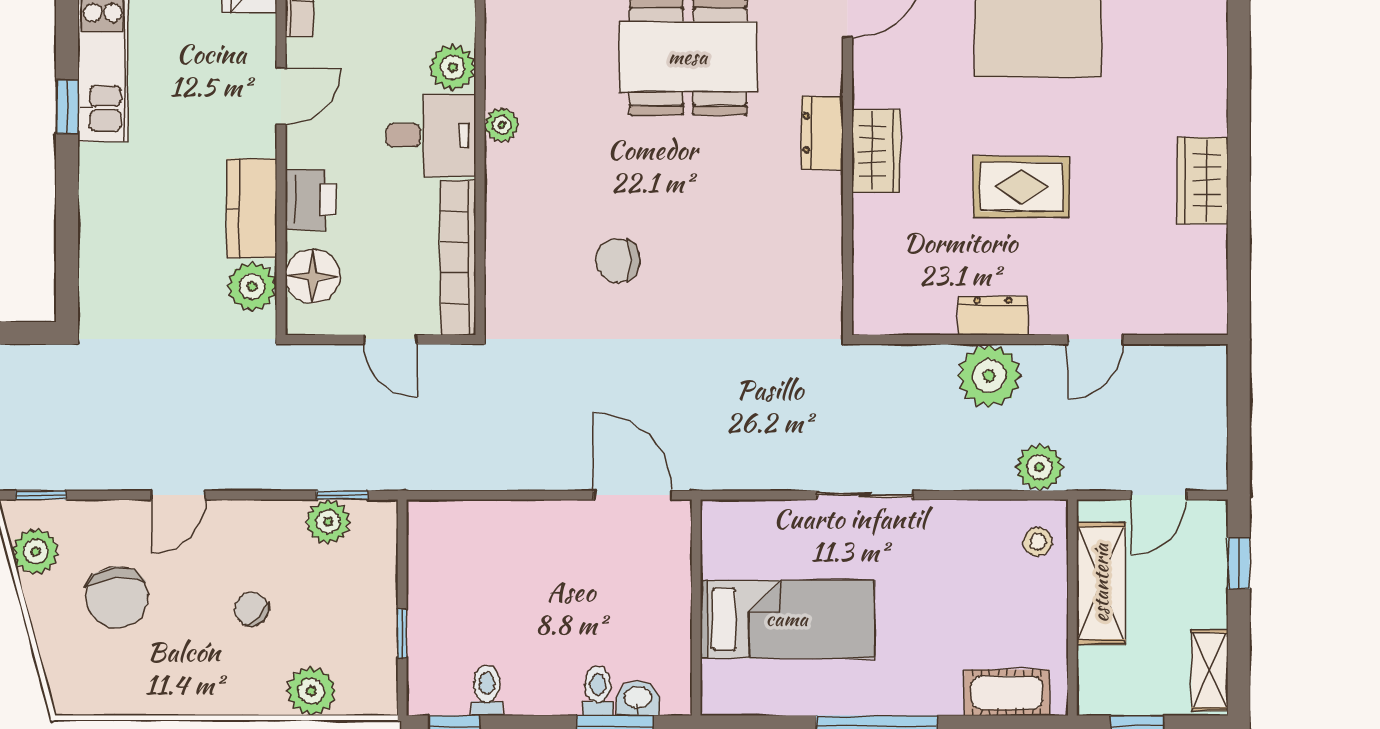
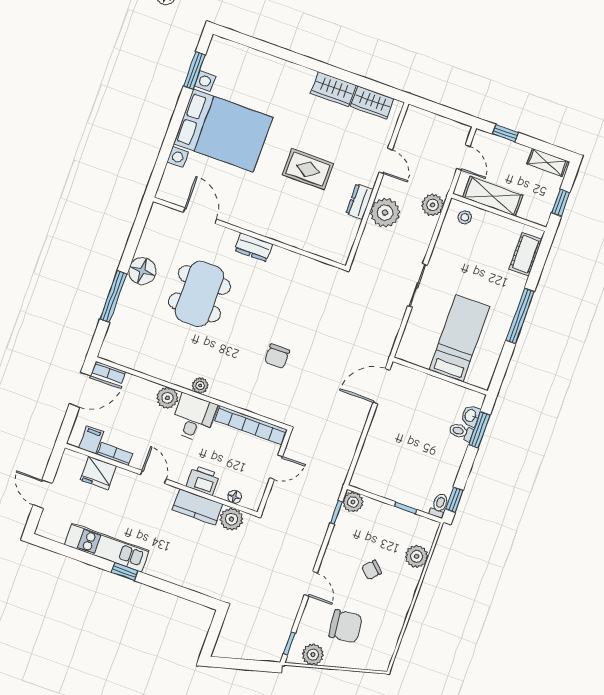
wardrobe: (876, 151) -> (372, 103), moved, turned 180
rug: (1021, 187) -> (308, 169), turned 90
floor lamp: (313, 276) -> (234, 497), width x0.53, depth x0.53
plant: (328, 522) -> (353, 502), moved
toilet: (487, 690) -> (439, 505), moved, turned 90

